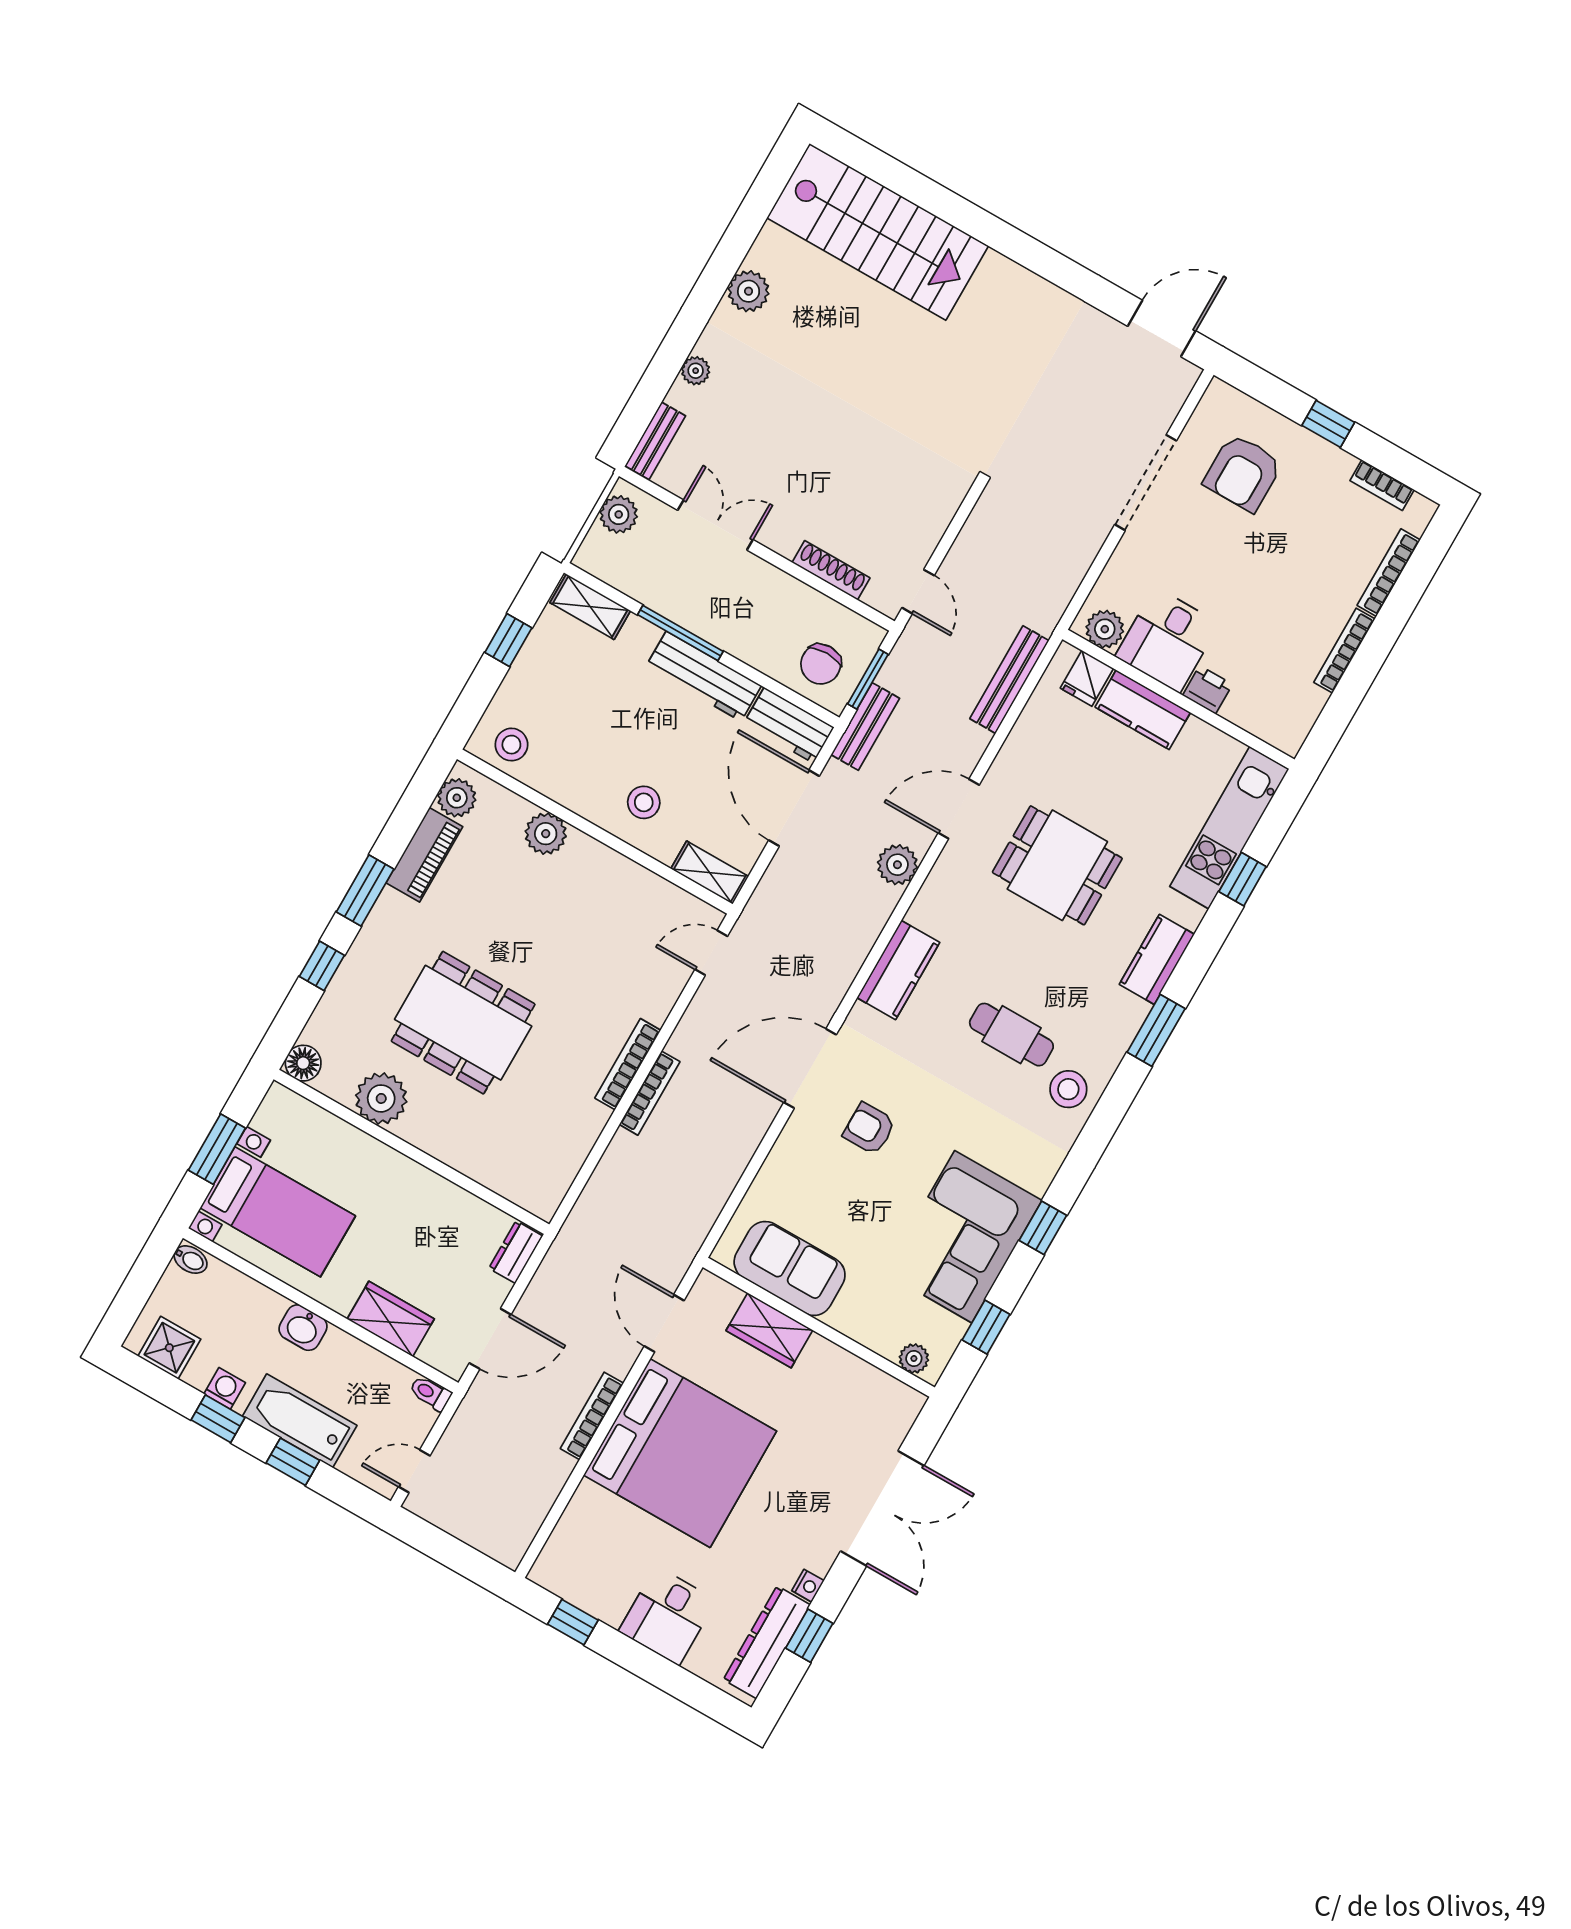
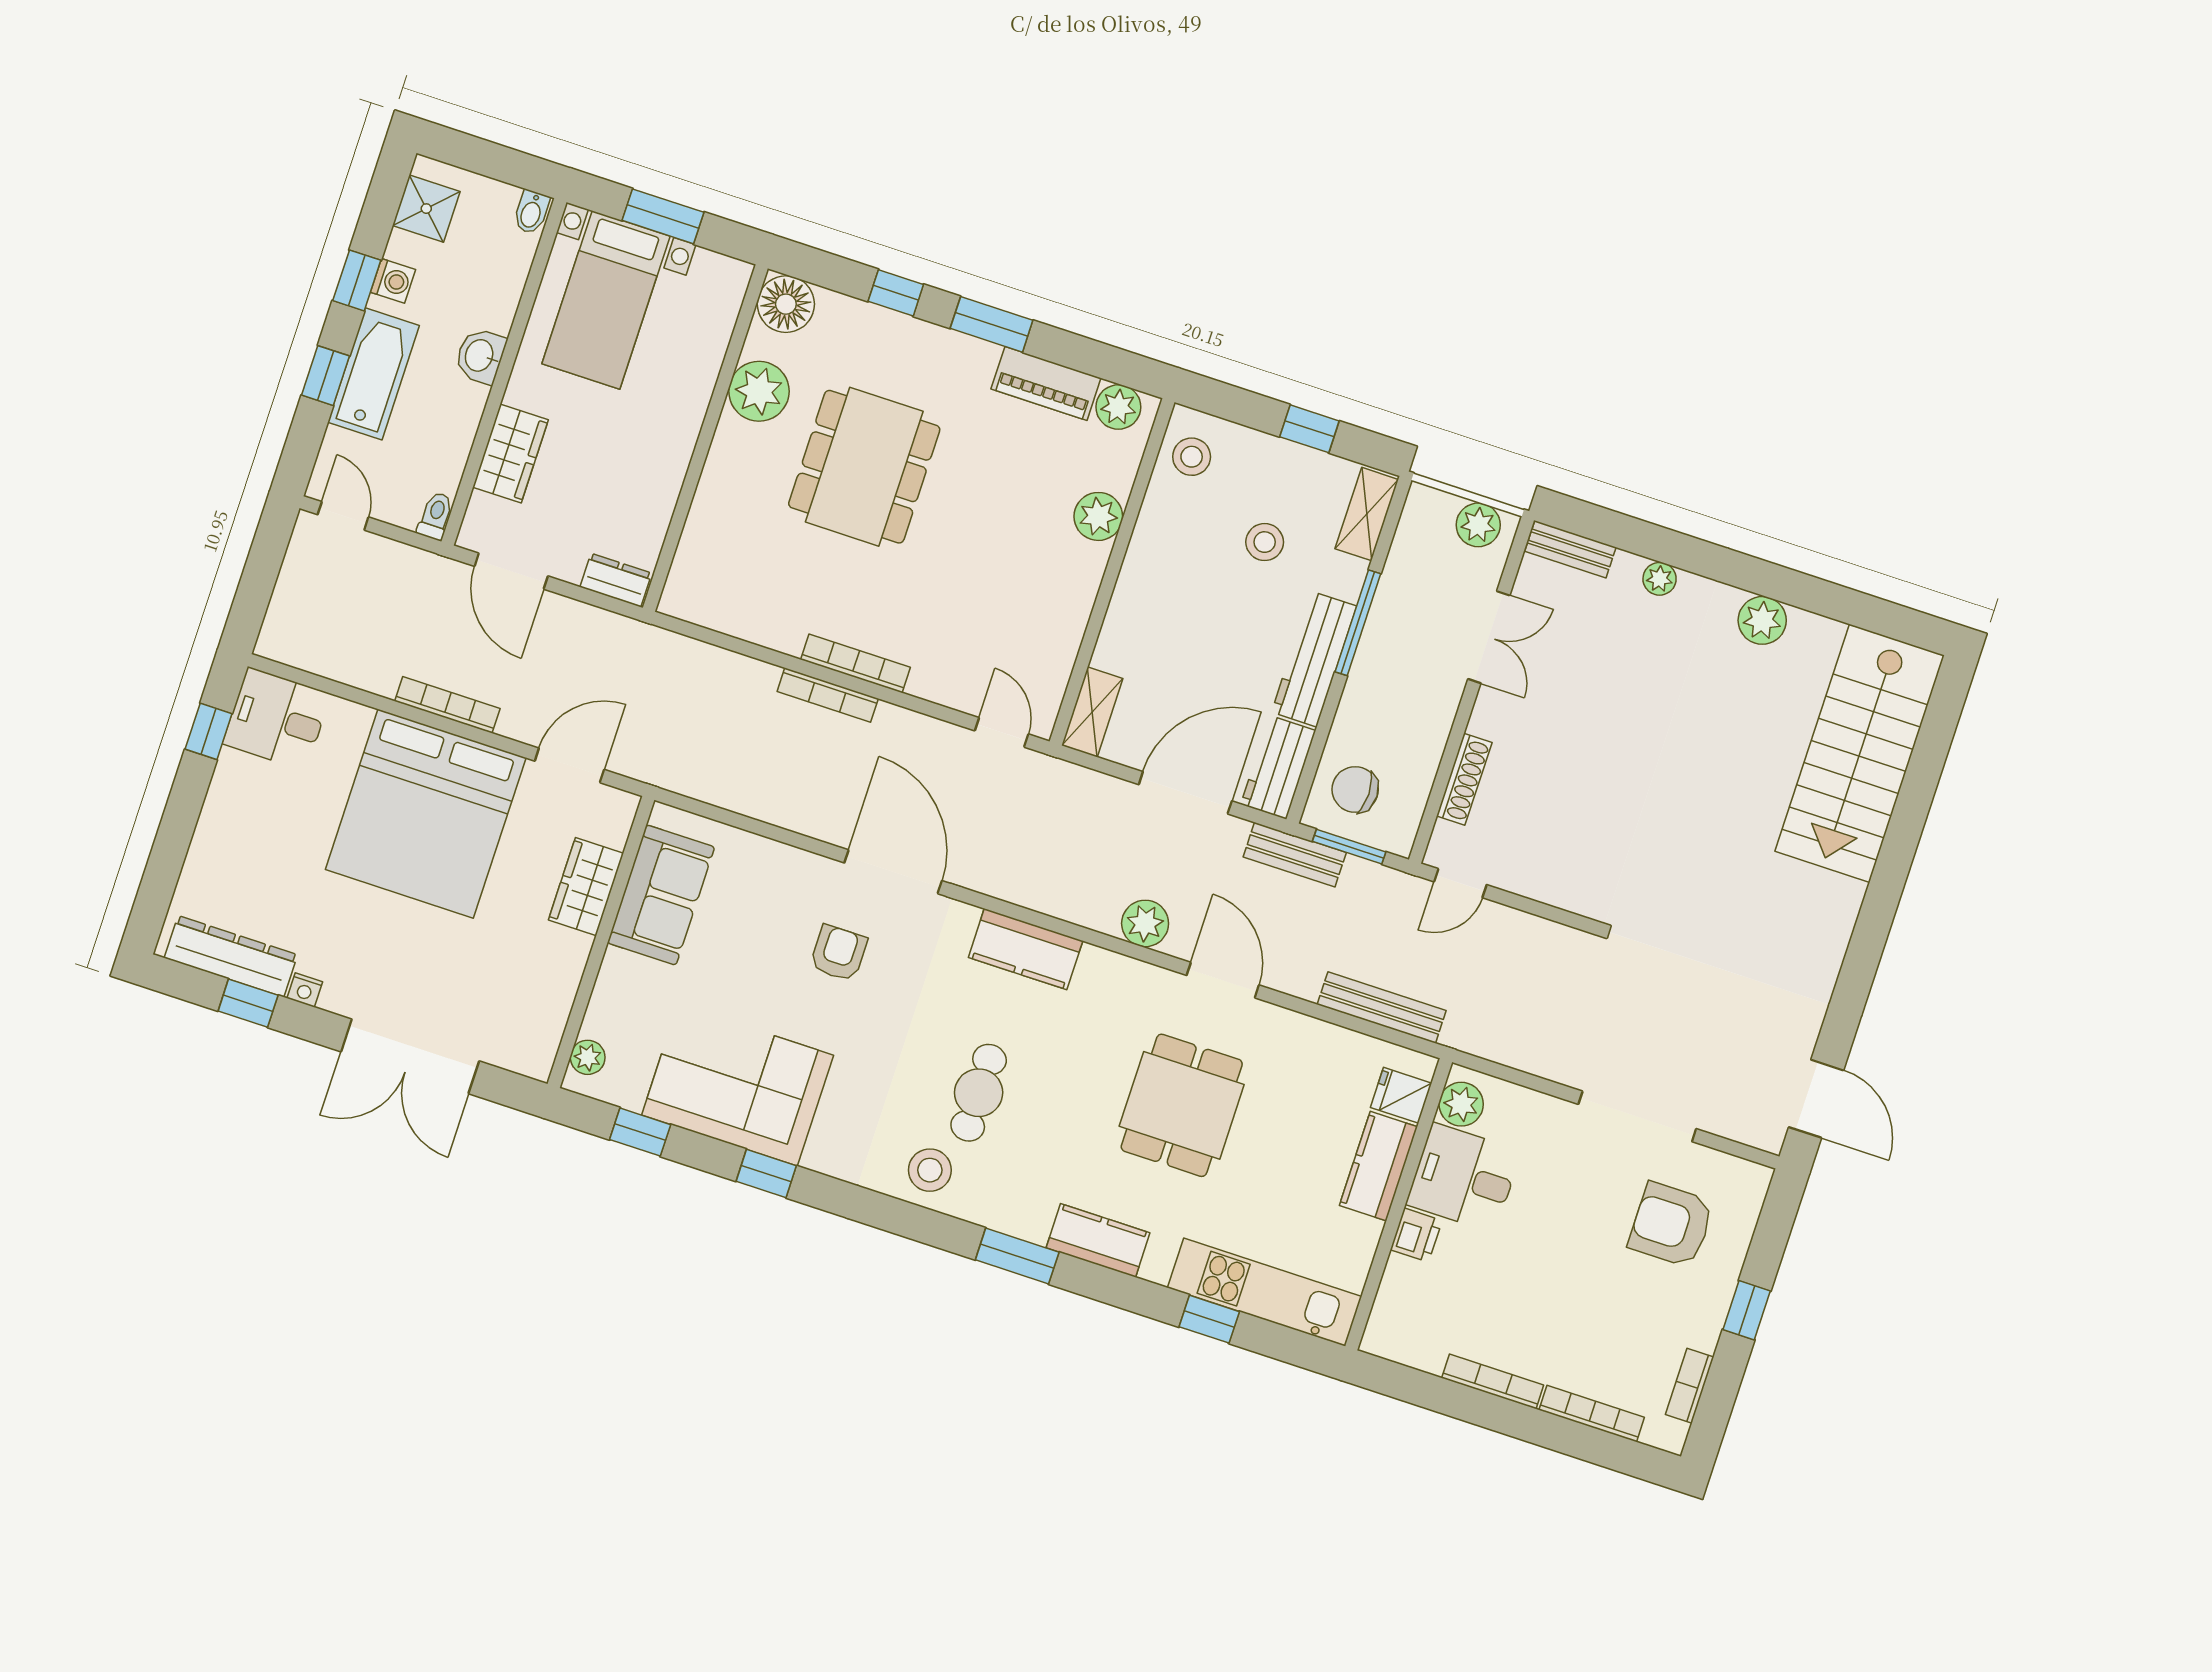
stool: (644, 802) -> (1265, 542), moved
floor lamp: (303, 1063) -> (786, 304), width x1.38, depth x1.38
desk: (667, 1616) -> (277, 719), moved

